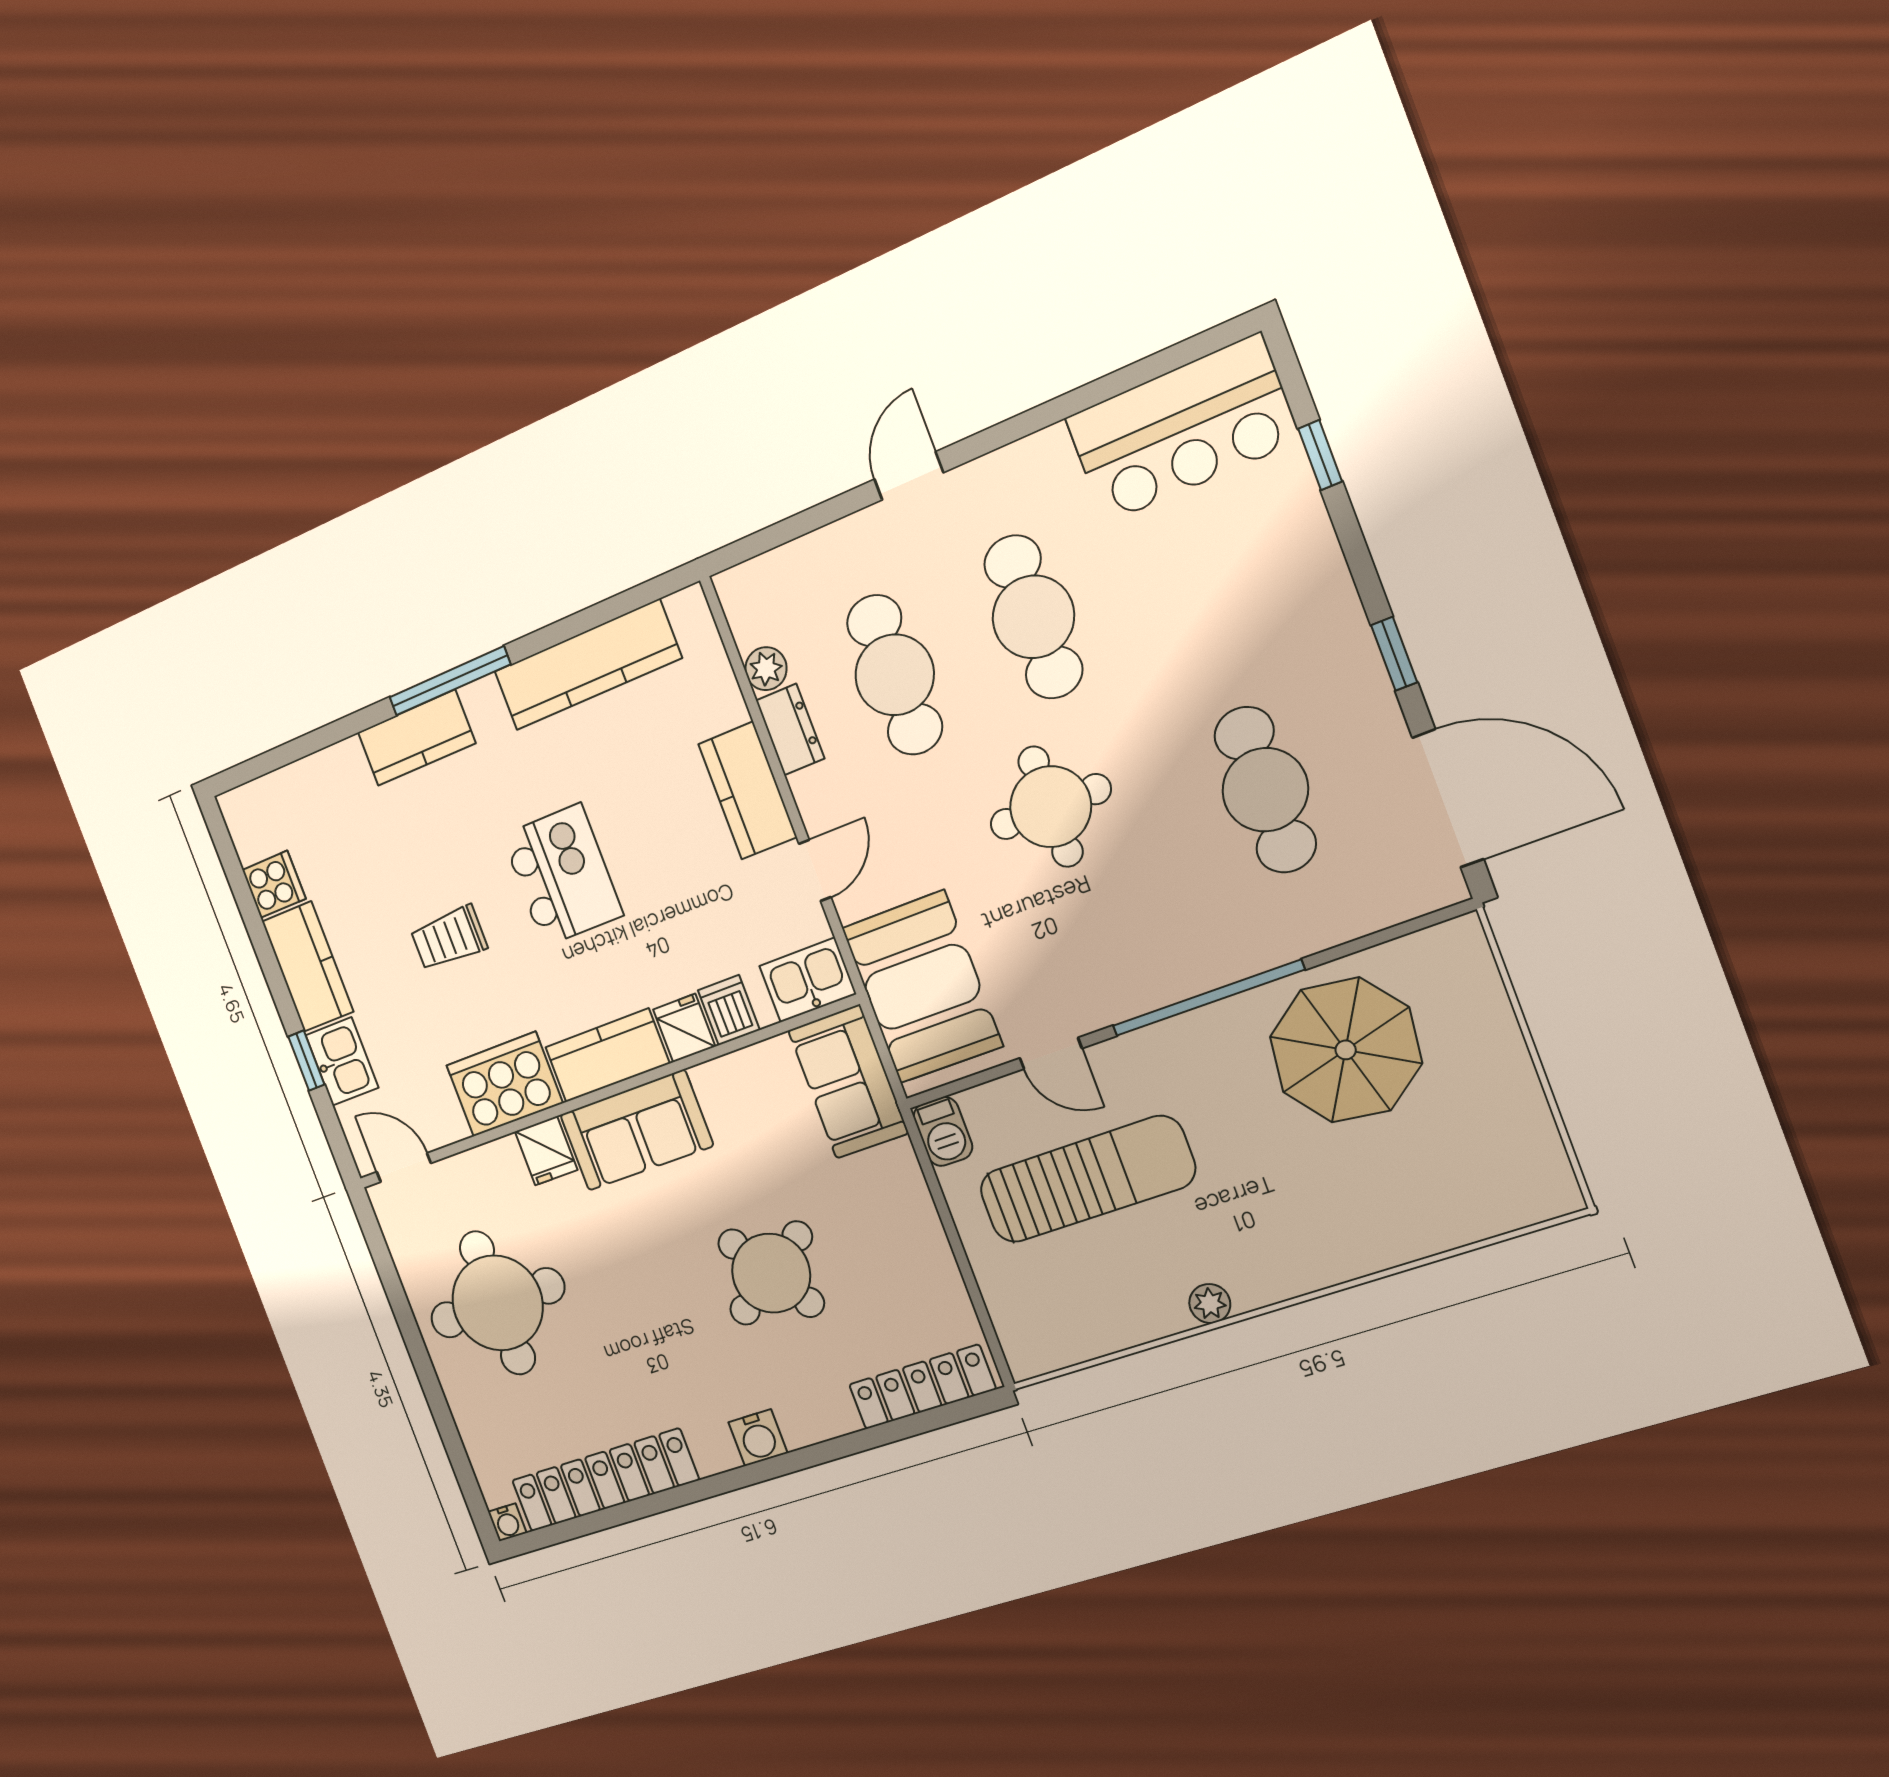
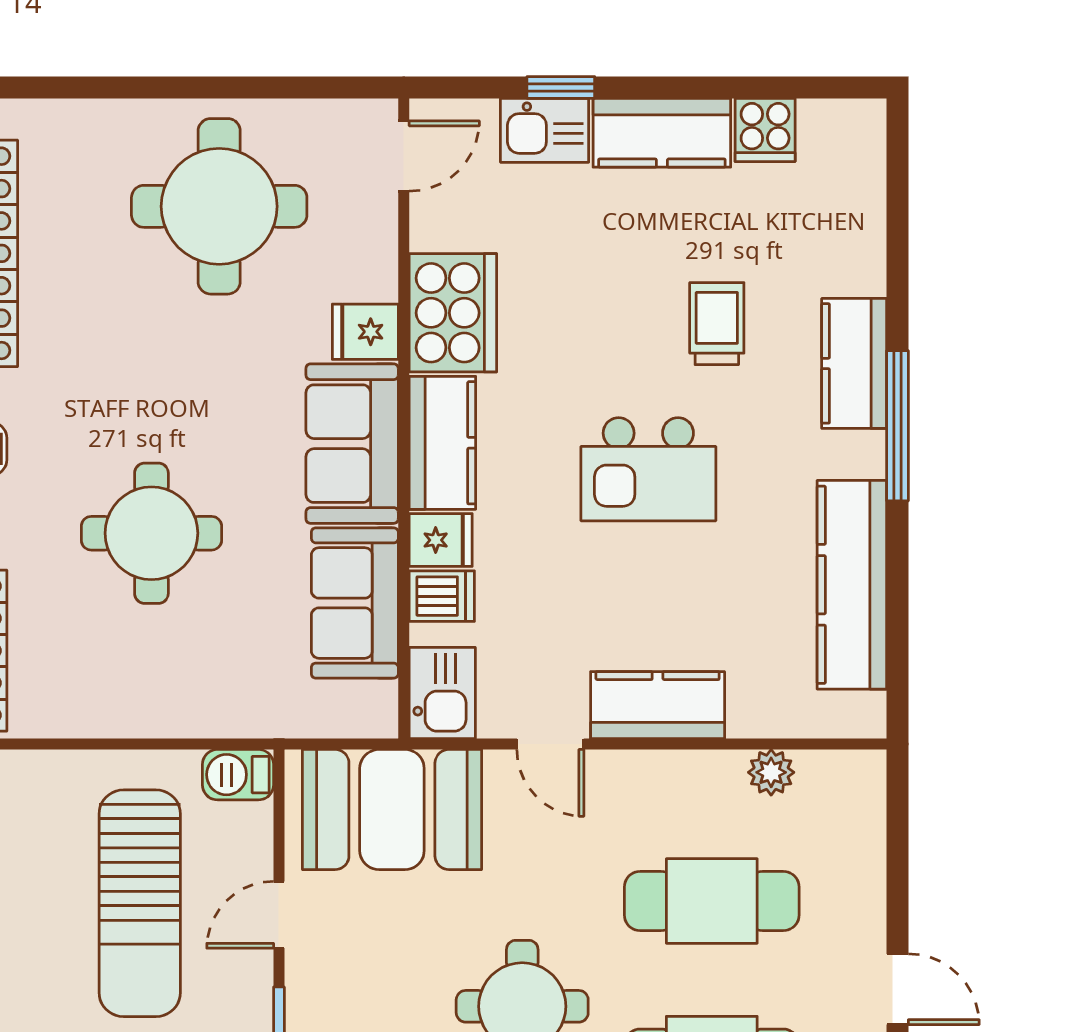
dresser: (790, 730) -> (701, 774), removed
trolley: (449, 938) -> (717, 324), moved
sofa: (848, 1082) -> (355, 603), moved, turned -90
round table: (771, 1273) -> (151, 533), turned 34

